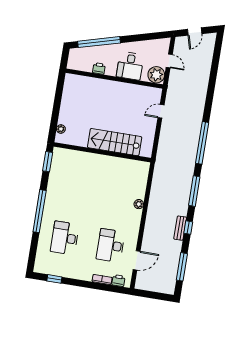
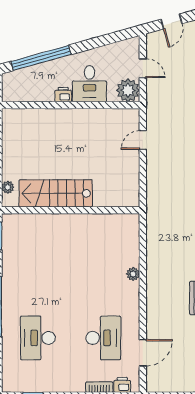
printer: (99, 68) -> (63, 95), moved
stairs: (115, 142) -> (56, 193), moved
desk: (111, 245) -> (103, 338), turned 180

